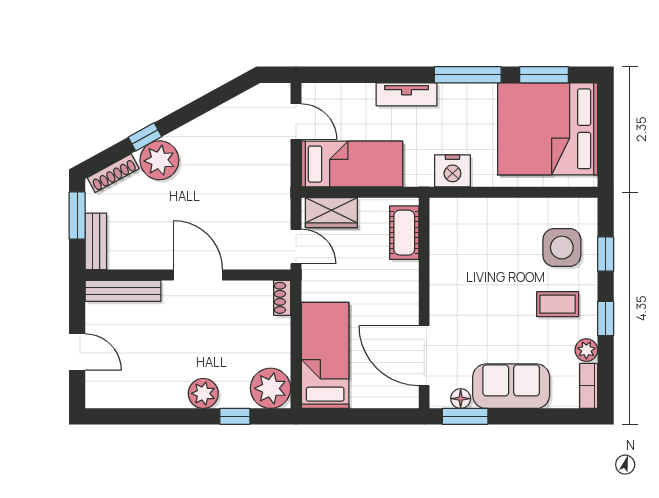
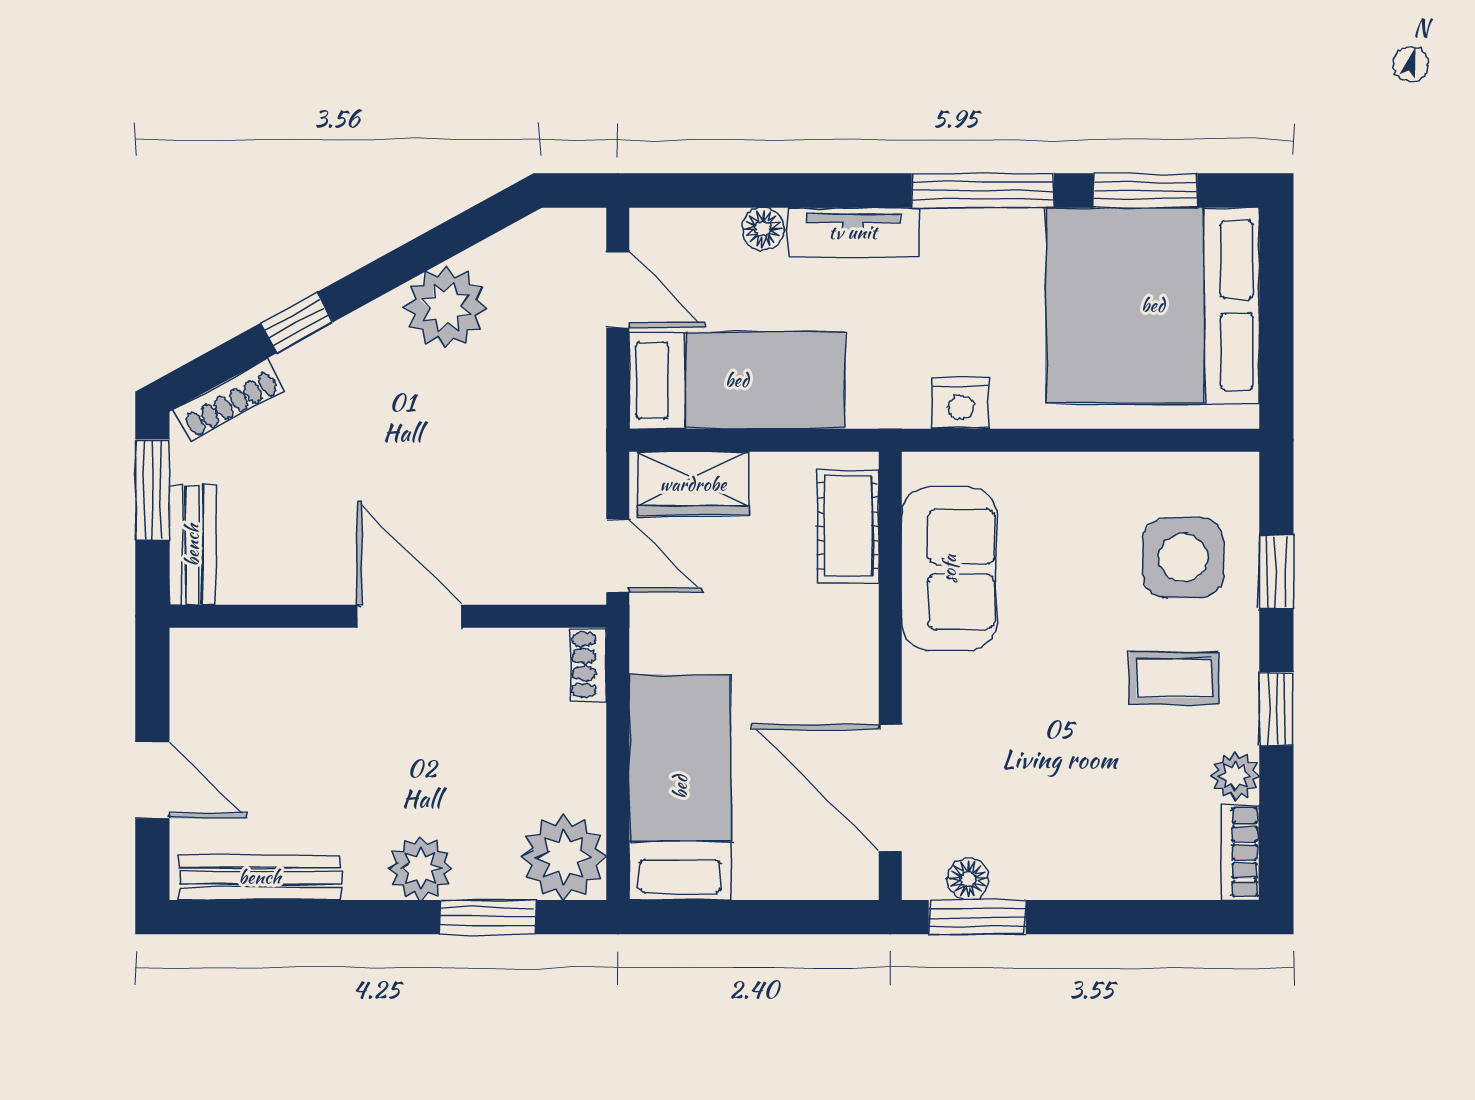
floor lamp: (364, 93) -> (763, 229), added
plant: (159, 160) -> (446, 307), moved
nightstand: (452, 171) -> (961, 403), width x0.74, depth x0.75
bench: (123, 291) -> (260, 877), moved
sofa: (511, 386) -> (949, 569), moved, turned 90
window: (235, 416) -> (488, 917), width x1.50

